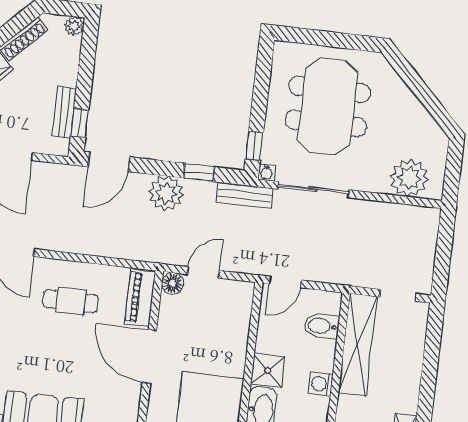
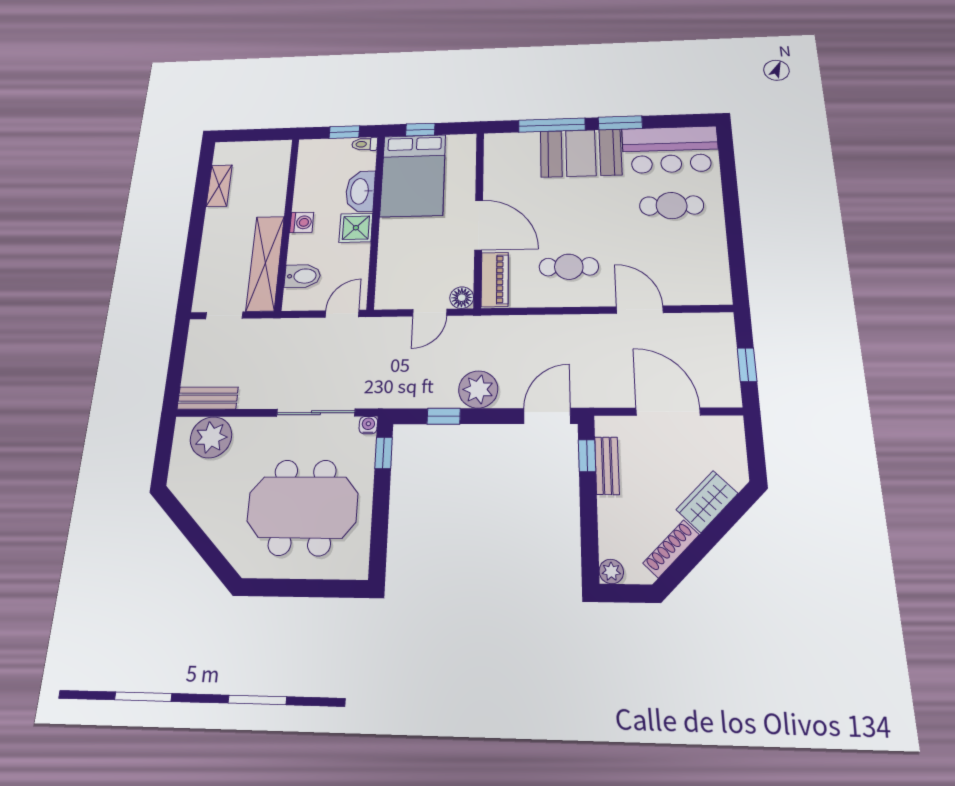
meeting table: (328, 106) -> (302, 507), turned 90
bench: (245, 196) -> (208, 398), moved

